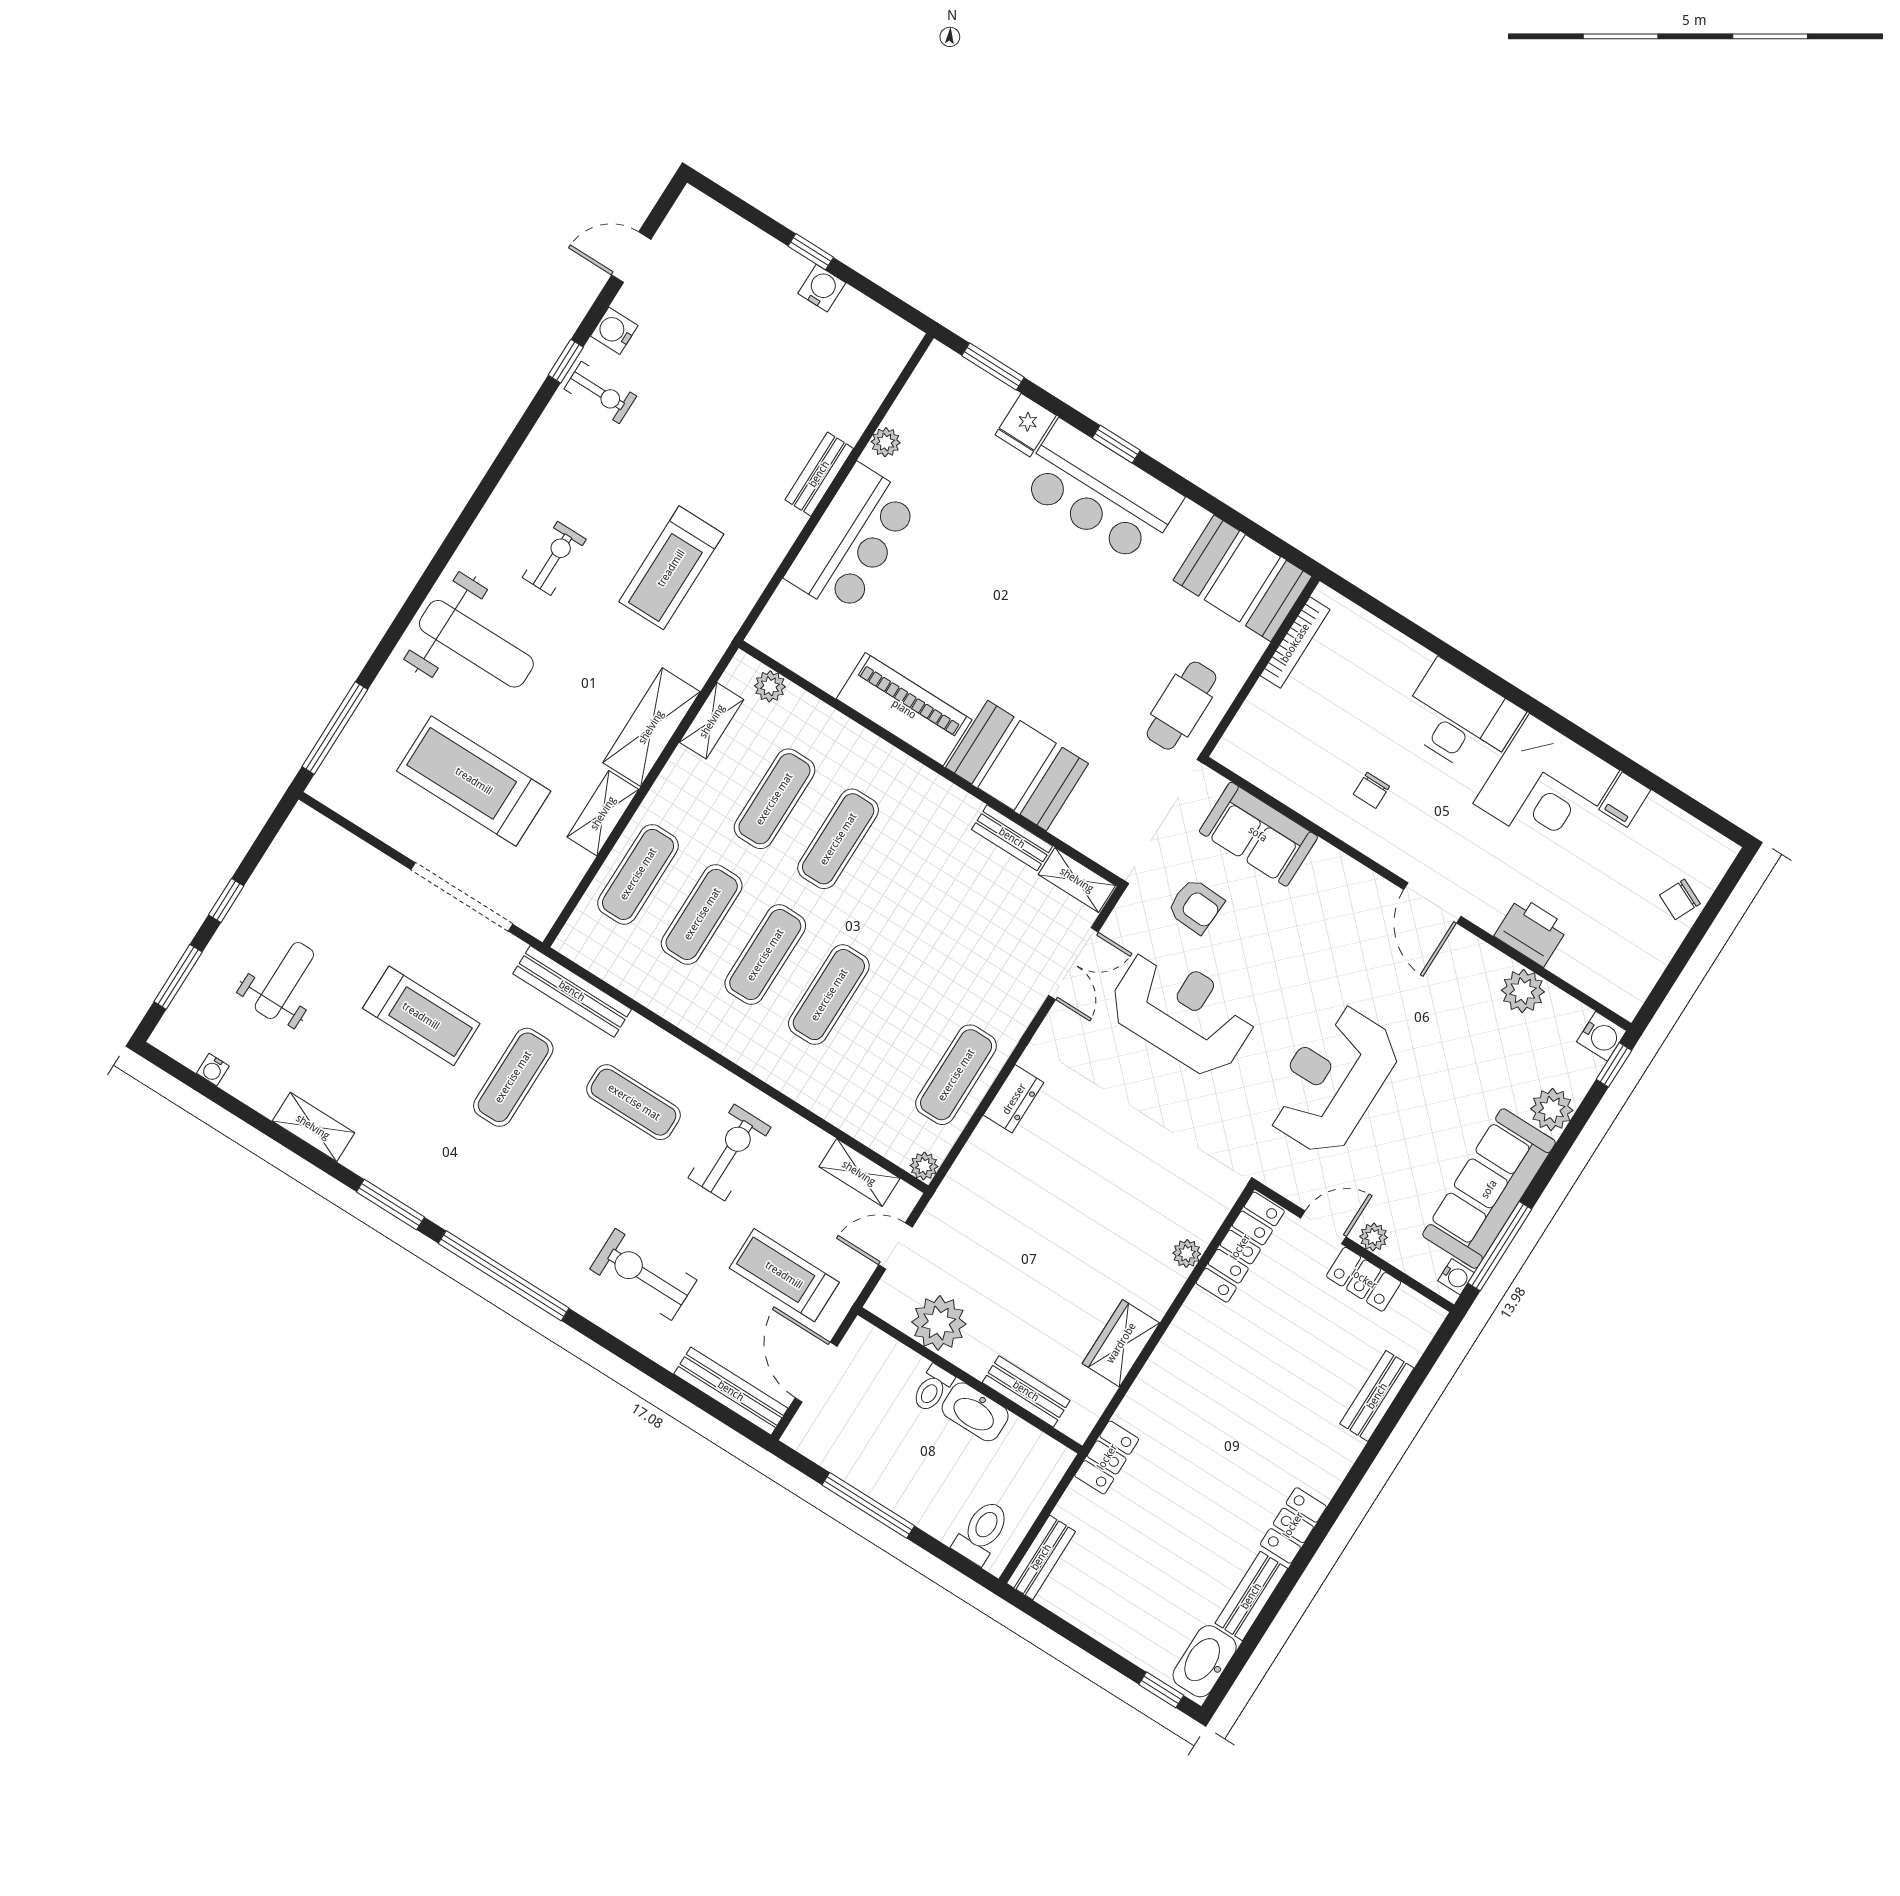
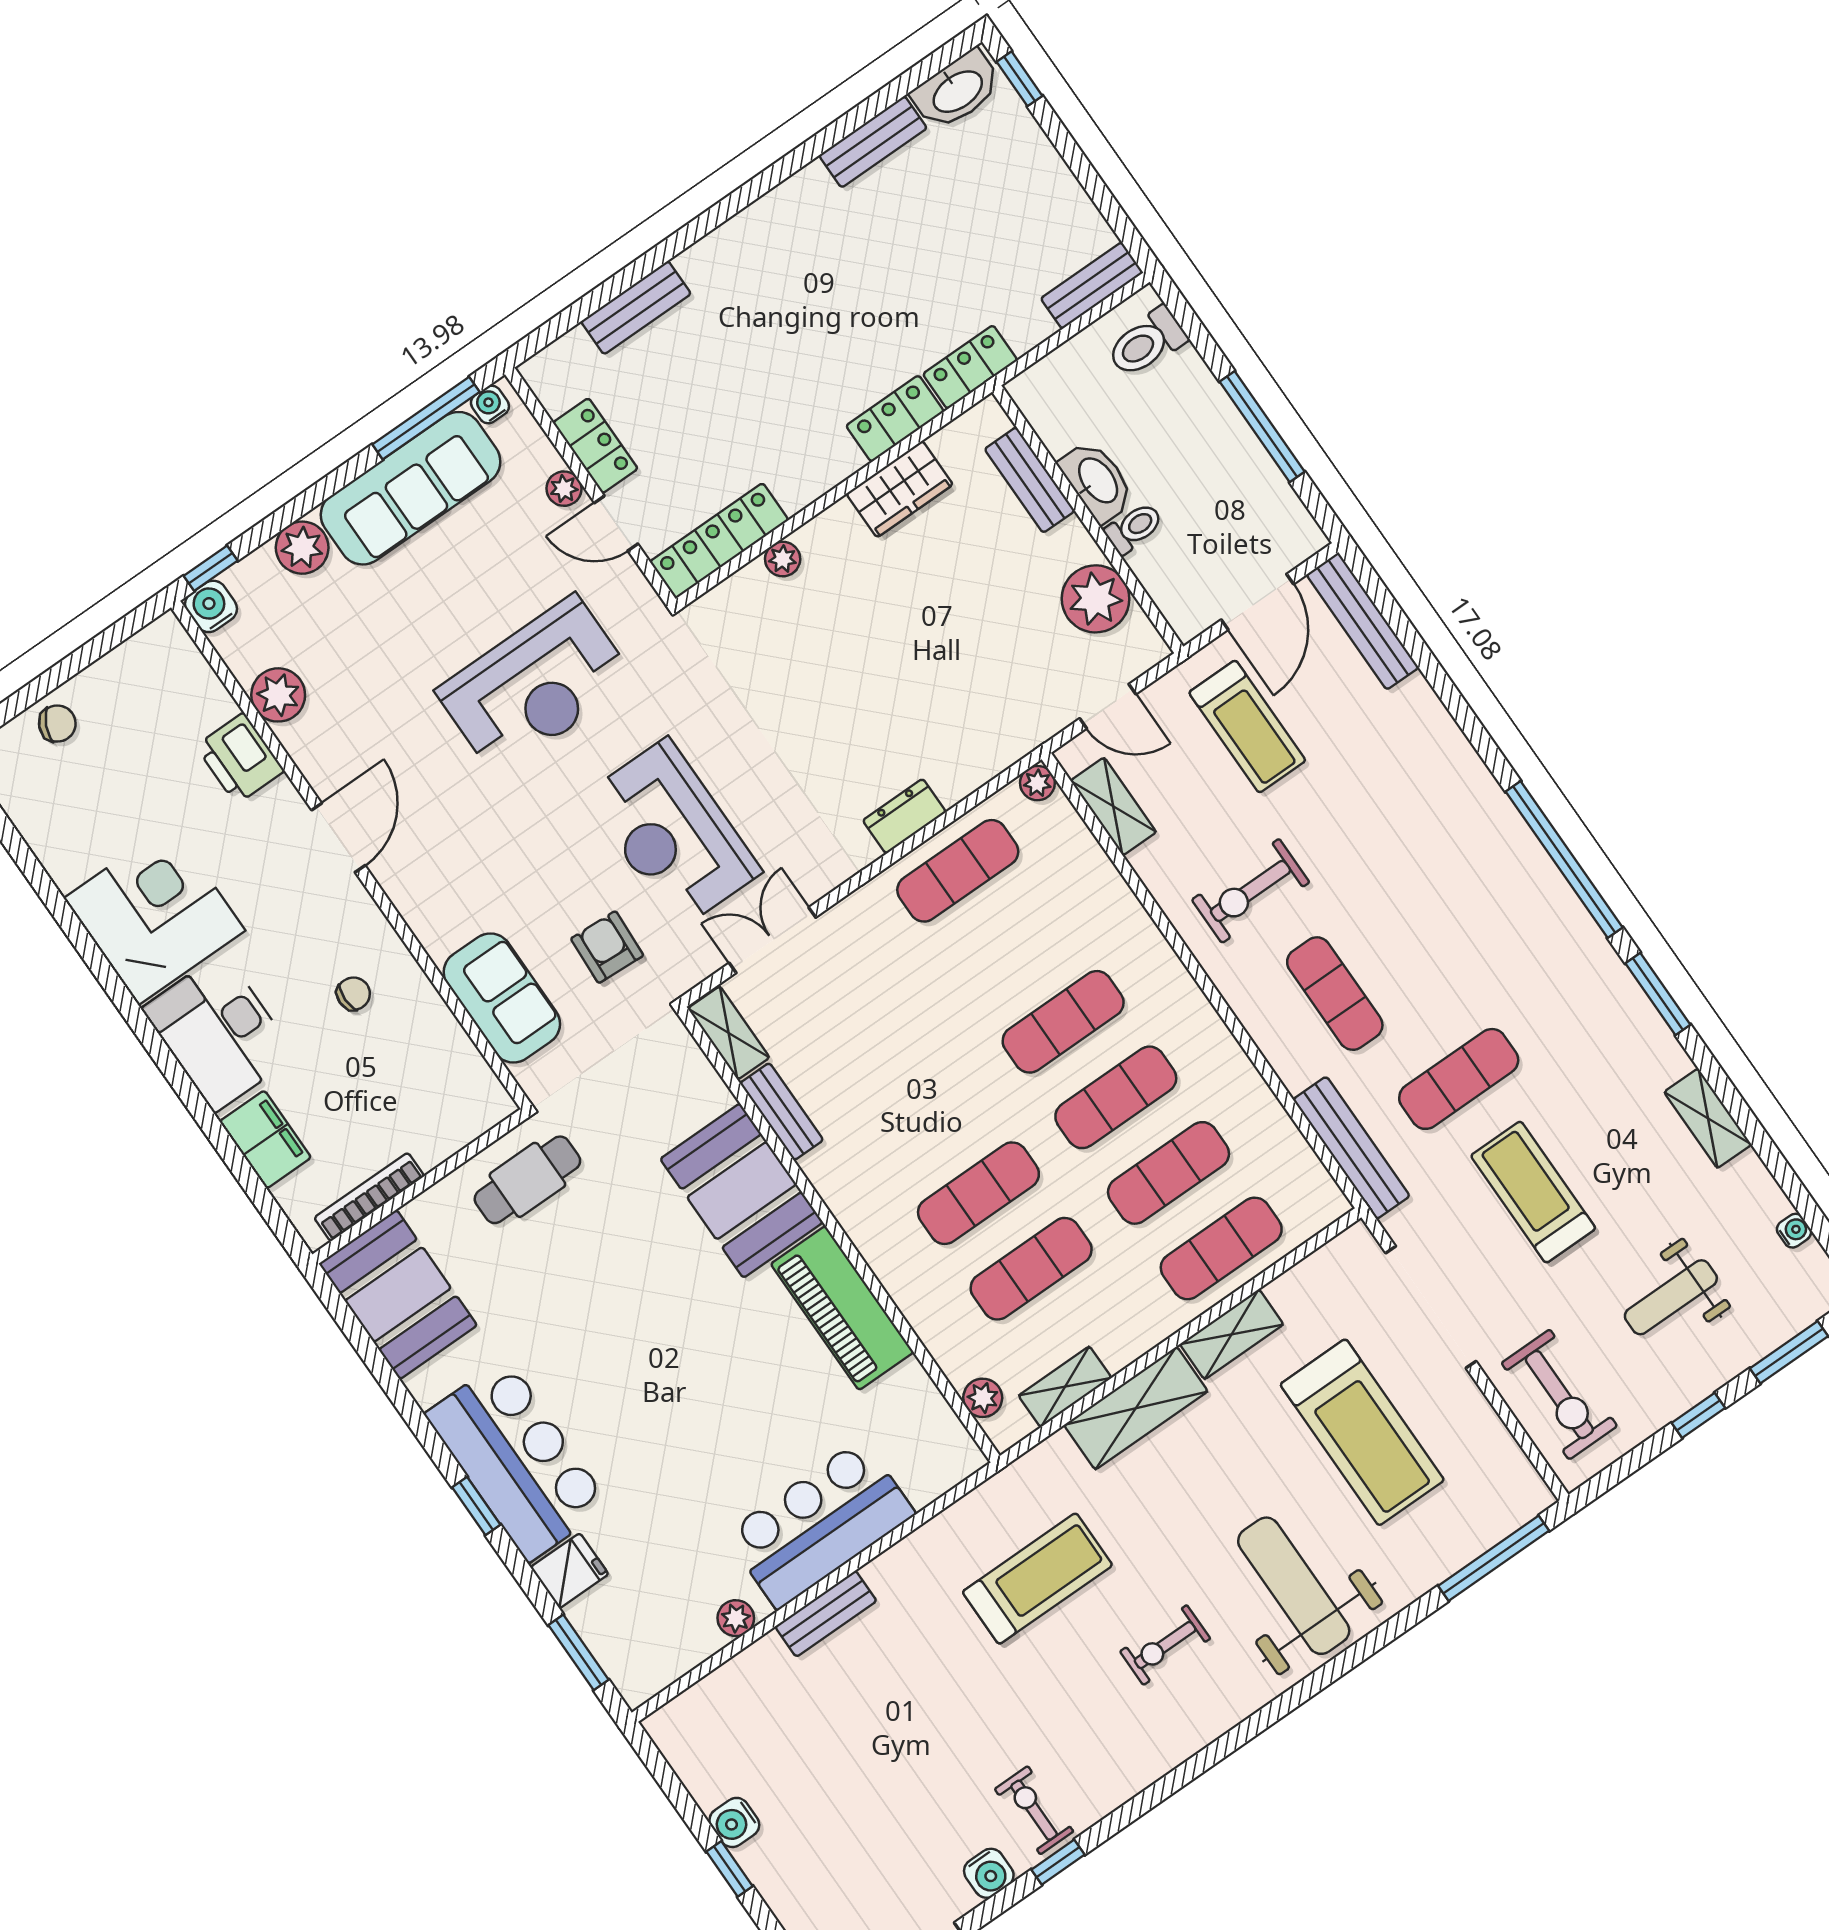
filing cabinet: (1625, 800) -> (265, 1139), moved, width x2.00
exercise bike: (643, 1274) -> (1559, 1395), moved
locker: (1293, 1525) -> (895, 419), moved, turned 180

